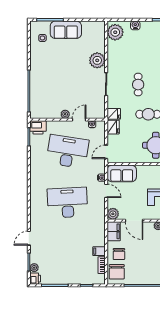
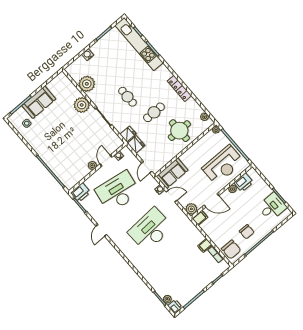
plant: (115, 32) -> (87, 84), moved
filing cabinet: (114, 231) -> (200, 218), width x0.50
door: (29, 238) -> (101, 230), moved
chair: (119, 254) -> (247, 232), moved

